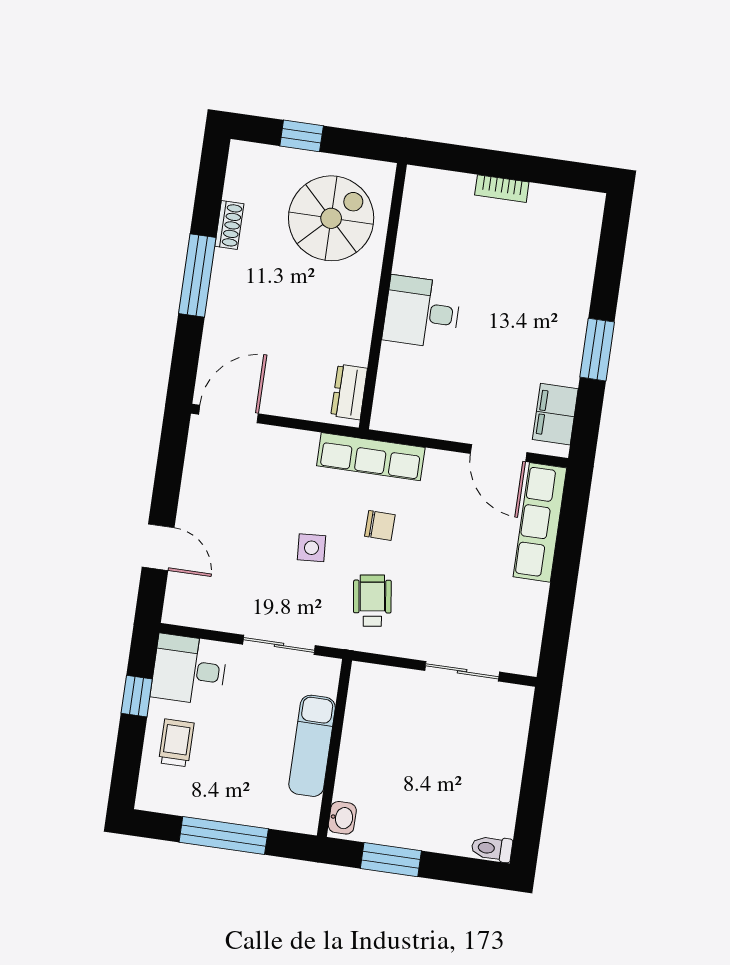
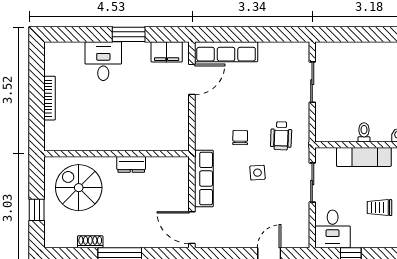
bookcase: (502, 189) -> (49, 98), width x1.56
desk: (422, 312) -> (103, 61), moved, turned 180
dresser: (349, 392) -> (131, 164), moved
row of seats: (371, 457) -> (204, 179), moved
wheelchair: (372, 601) -> (281, 136), turned -80
trolley: (176, 743) -> (379, 208), moved
toilet: (357, 752) -> (364, 132), added

